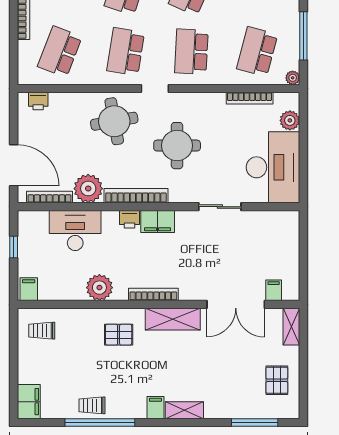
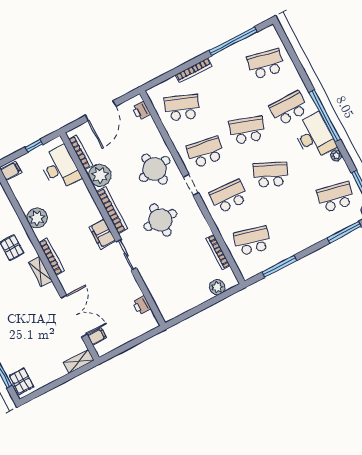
plant: (293, 78) -> (247, 274), removed
door: (14, 165) -> (101, 111), moved
desk: (273, 167) -> (180, 293), removed
sliding door: (220, 207) -> (126, 255), moved
printer: (129, 219) -> (142, 305), moved
desk: (75, 230) -> (60, 168), moved
double door: (236, 304) -> (74, 316), swing flipped
shelving: (173, 319) -> (40, 272), width x0.67, depth x0.75
pallet: (277, 380) -> (21, 381), moved, turned 90

